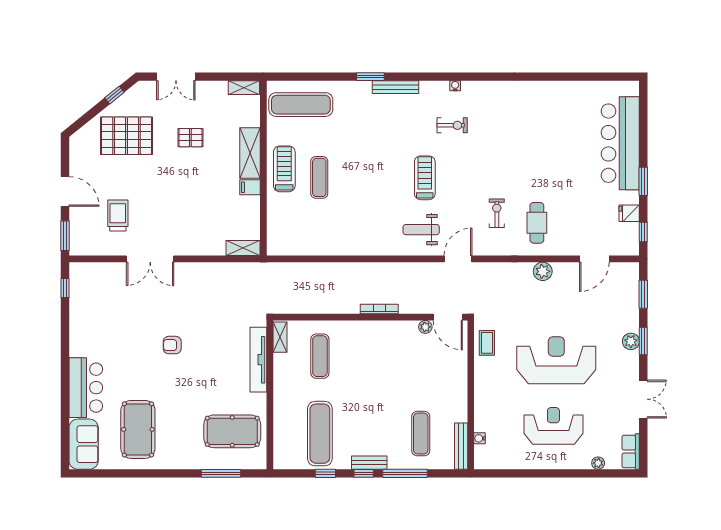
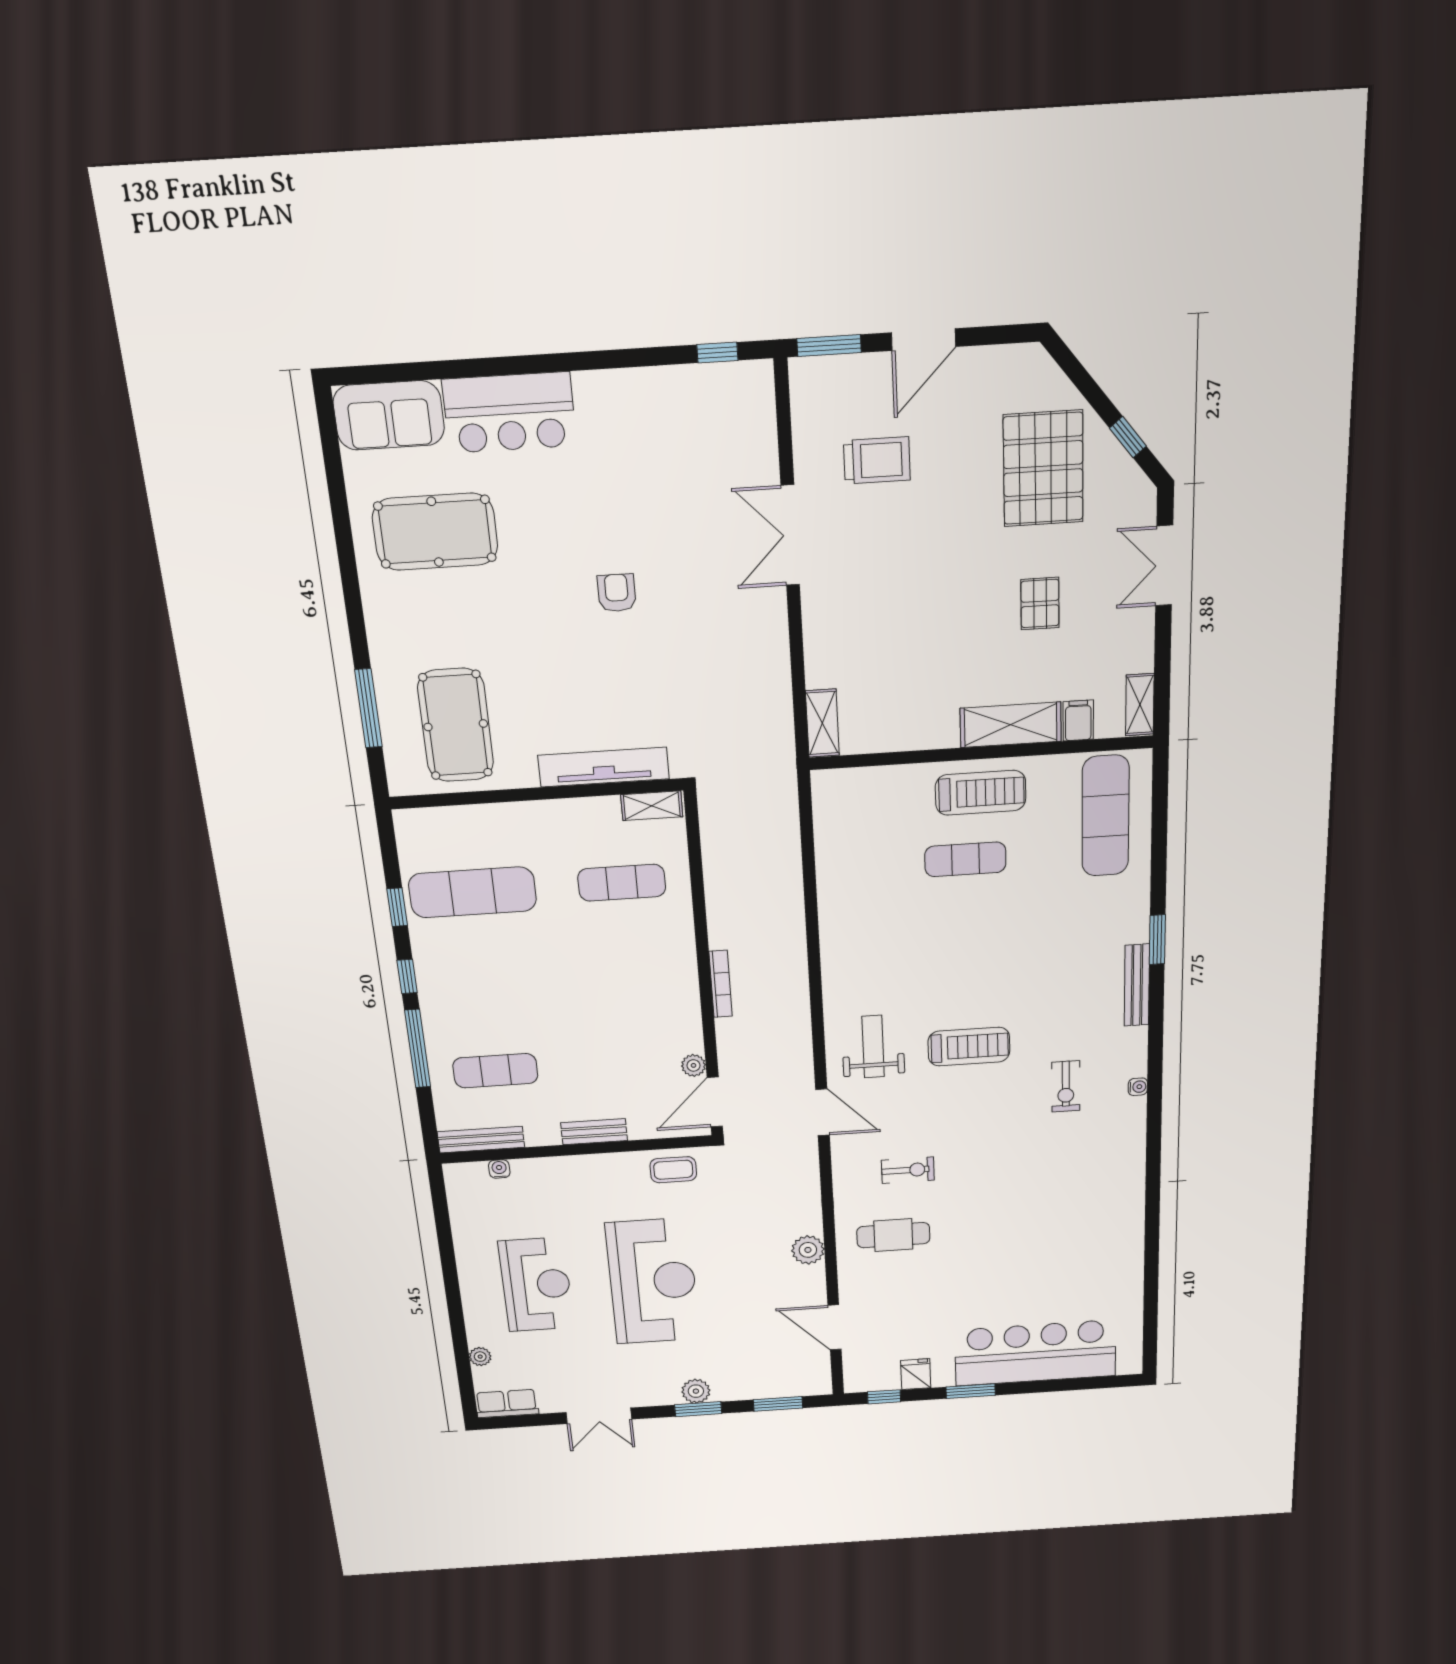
filing cabinet: (250, 187) -> (1078, 720), moved
bench: (369, 463) -> (594, 1132), moved, turned 90

